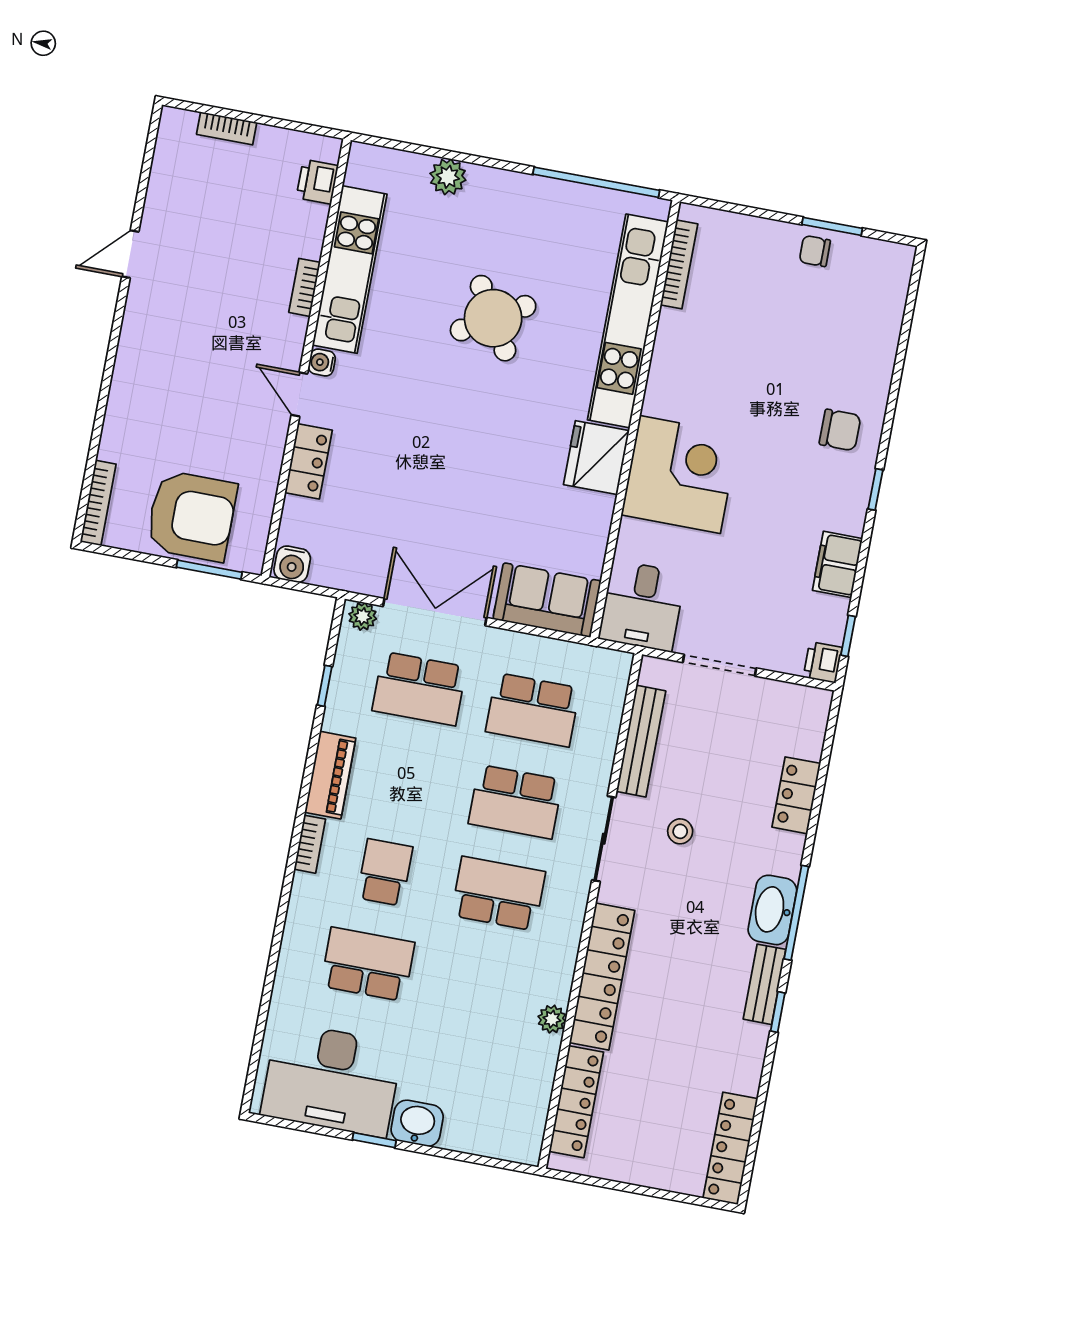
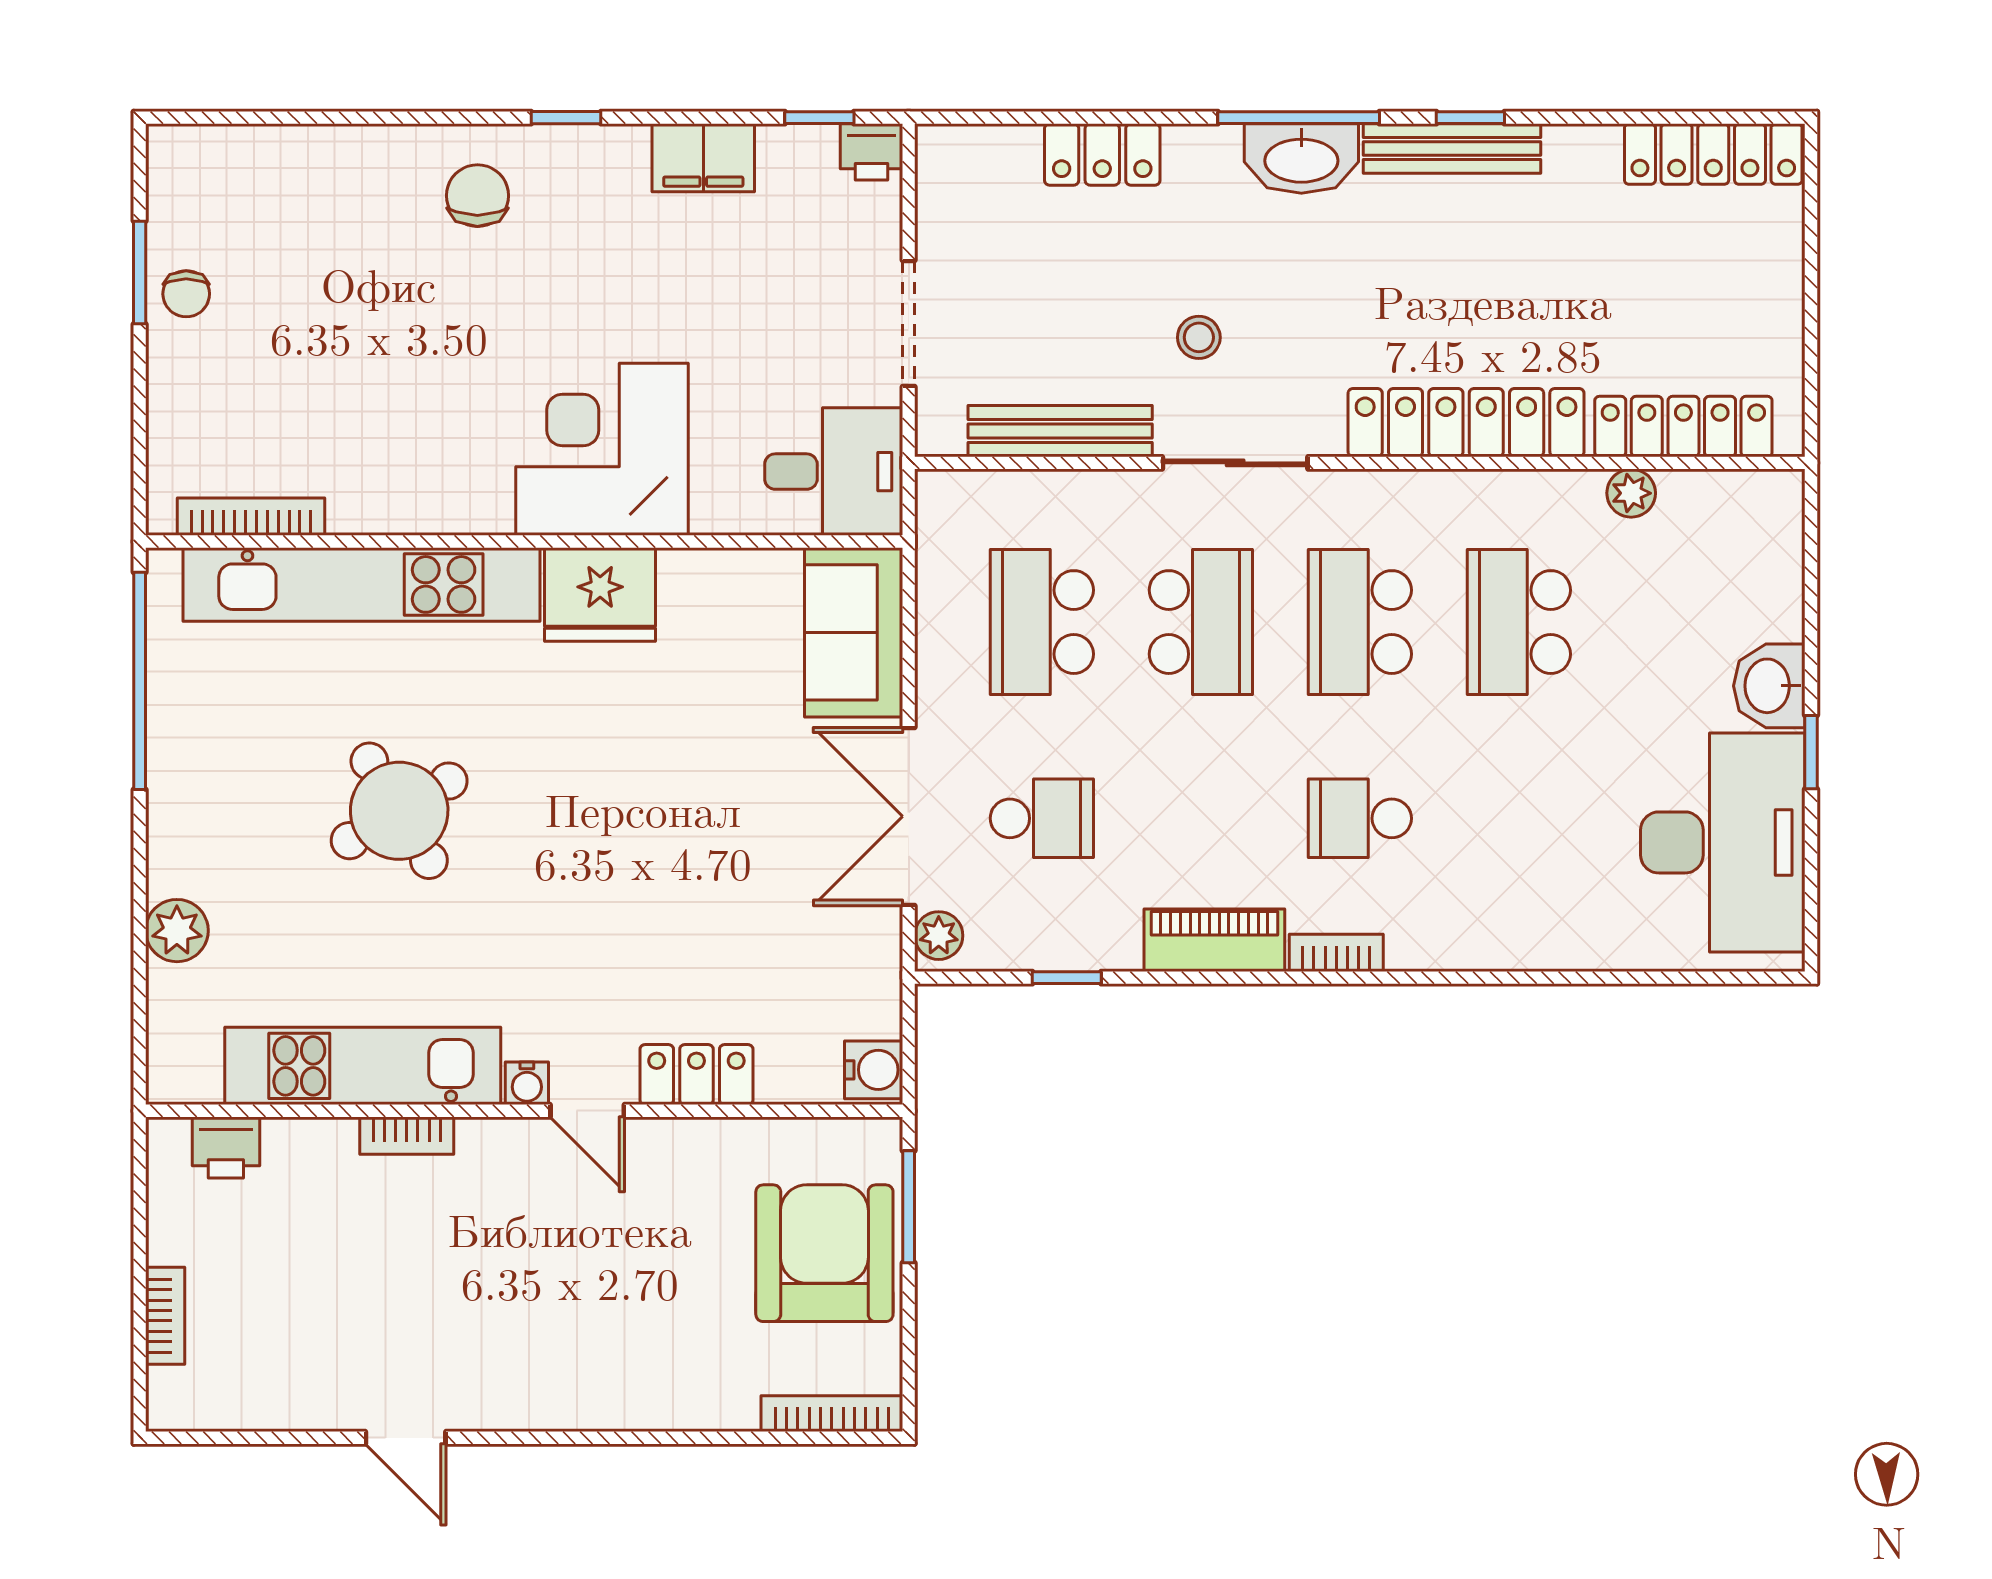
door: (299, 394) -> (587, 1111), hinge flipped
school desk: (419, 689) -> (1042, 818), width x0.54
school desk: (533, 710) -> (1042, 622), turned 180
school desk: (368, 964) -> (1519, 622), moved
bench: (764, 984) -> (1452, 149), width x1.36
plant: (552, 1019) -> (1631, 493), moved

